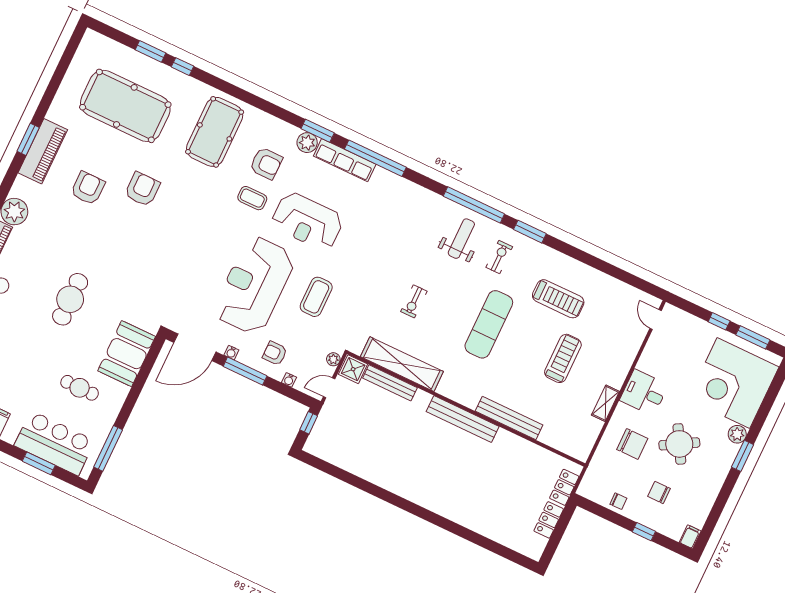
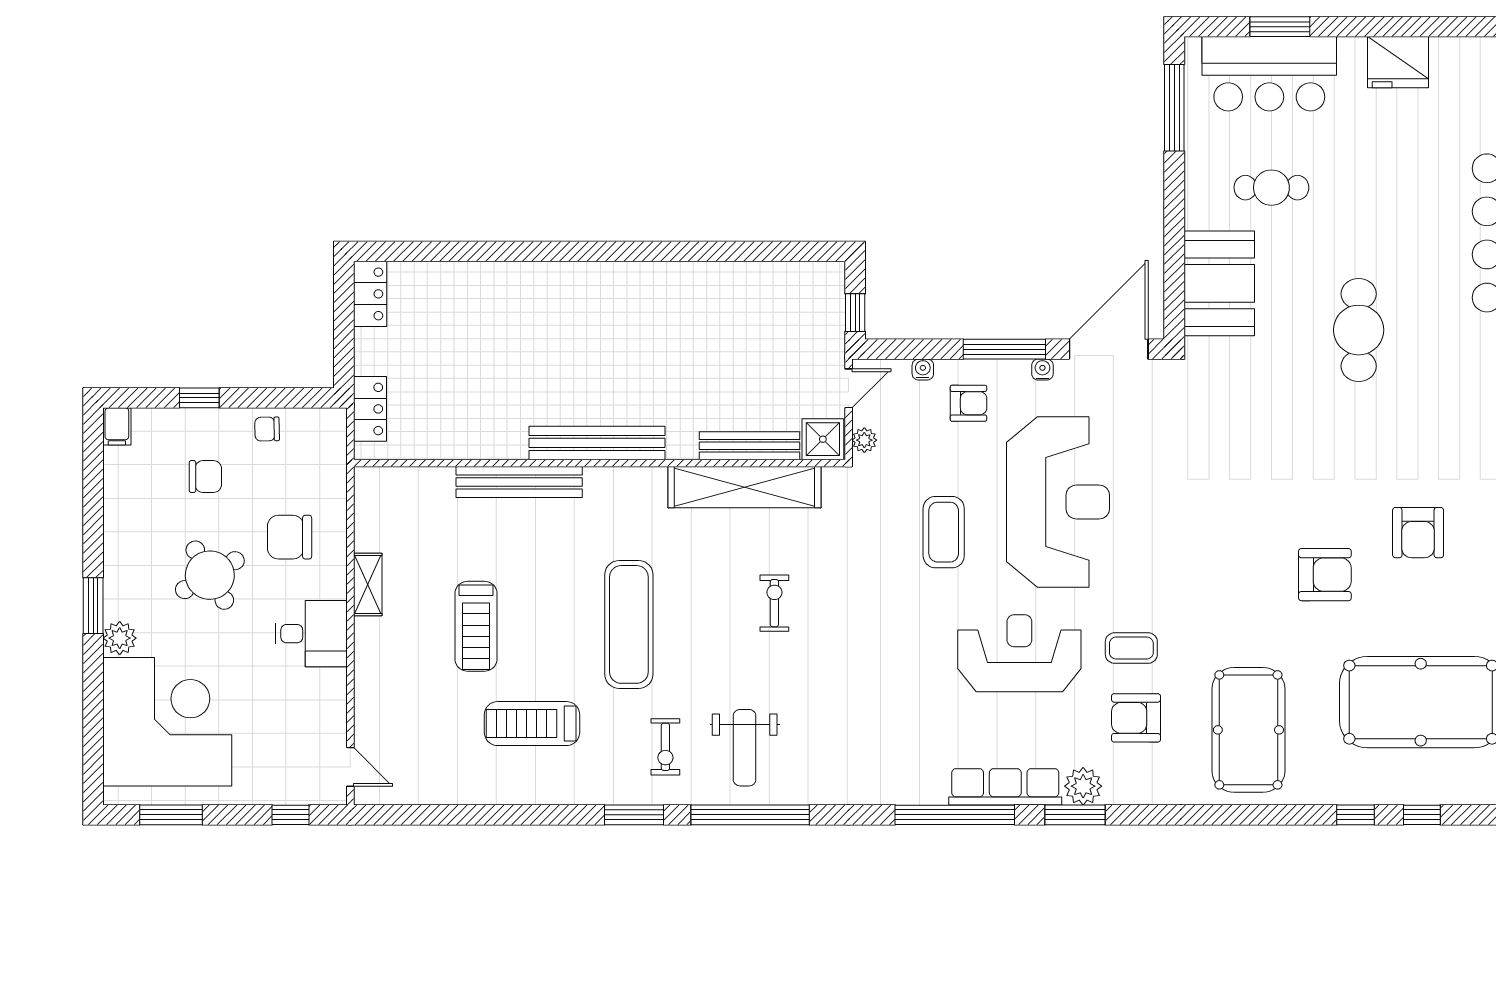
window: (151, 51) -> (1422, 815), width x0.67
armchair: (142, 189) -> (1325, 575), turned -90
window: (719, 321) -> (290, 815), moved
locker: (549, 520) -> (370, 294), moved

